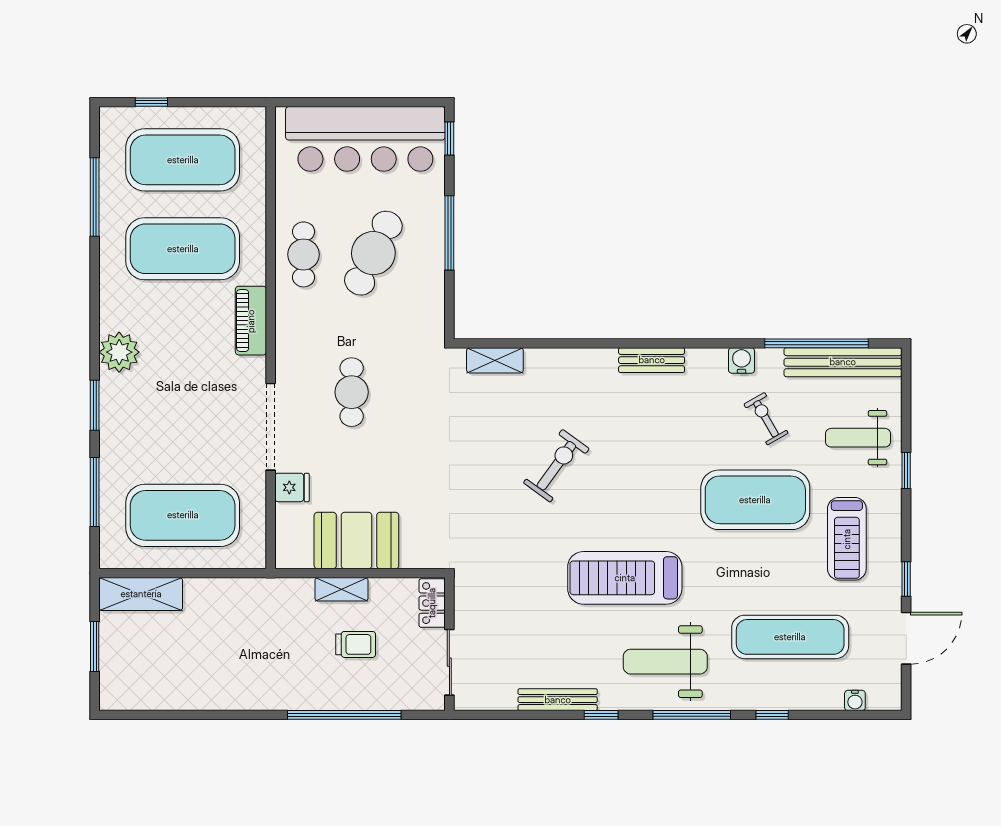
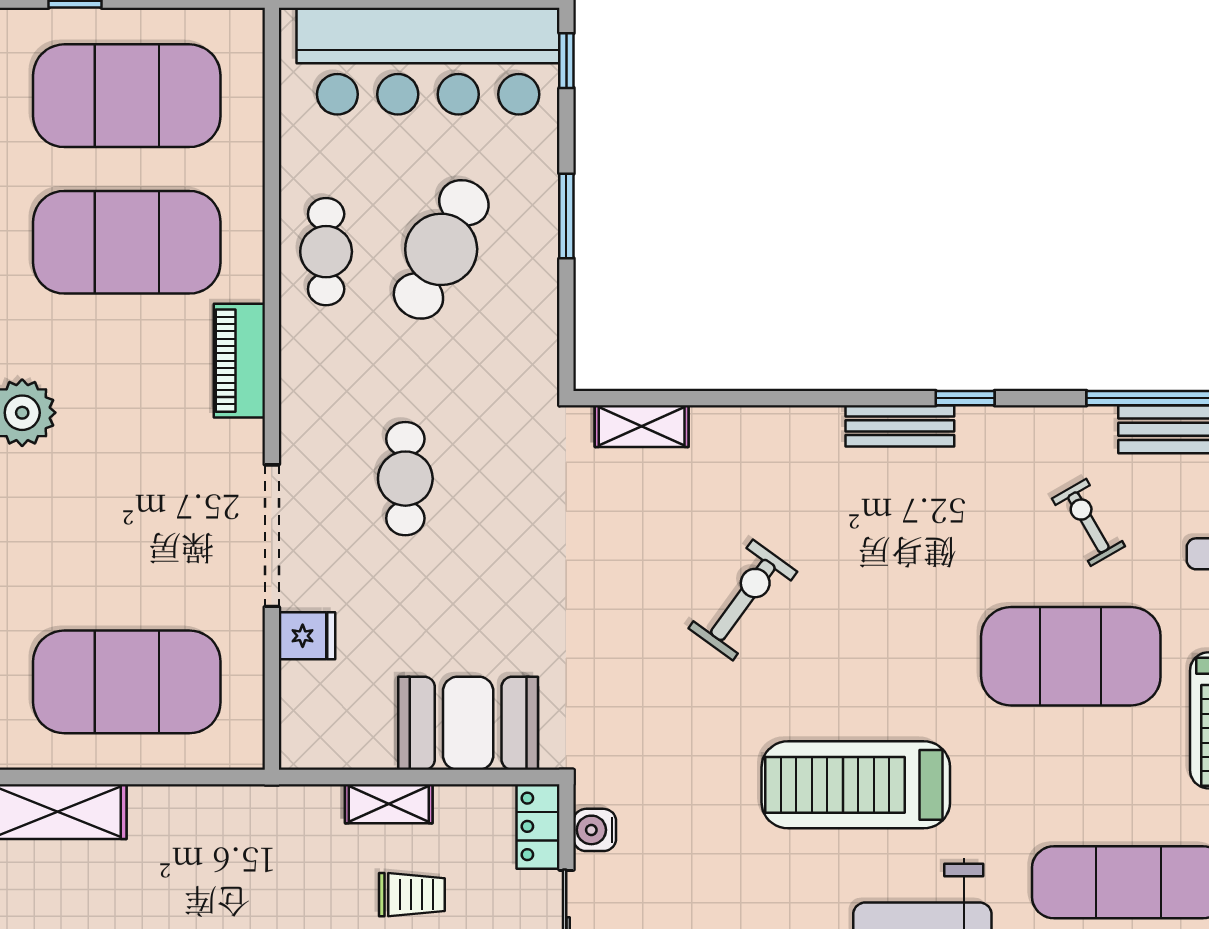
window: (449, 233) -> (566, 216), width x0.69
window: (691, 343) -> (965, 398), added
water cooler: (742, 360) -> (595, 830), moved, turned -90
booth: (356, 540) -> (468, 723), moved

